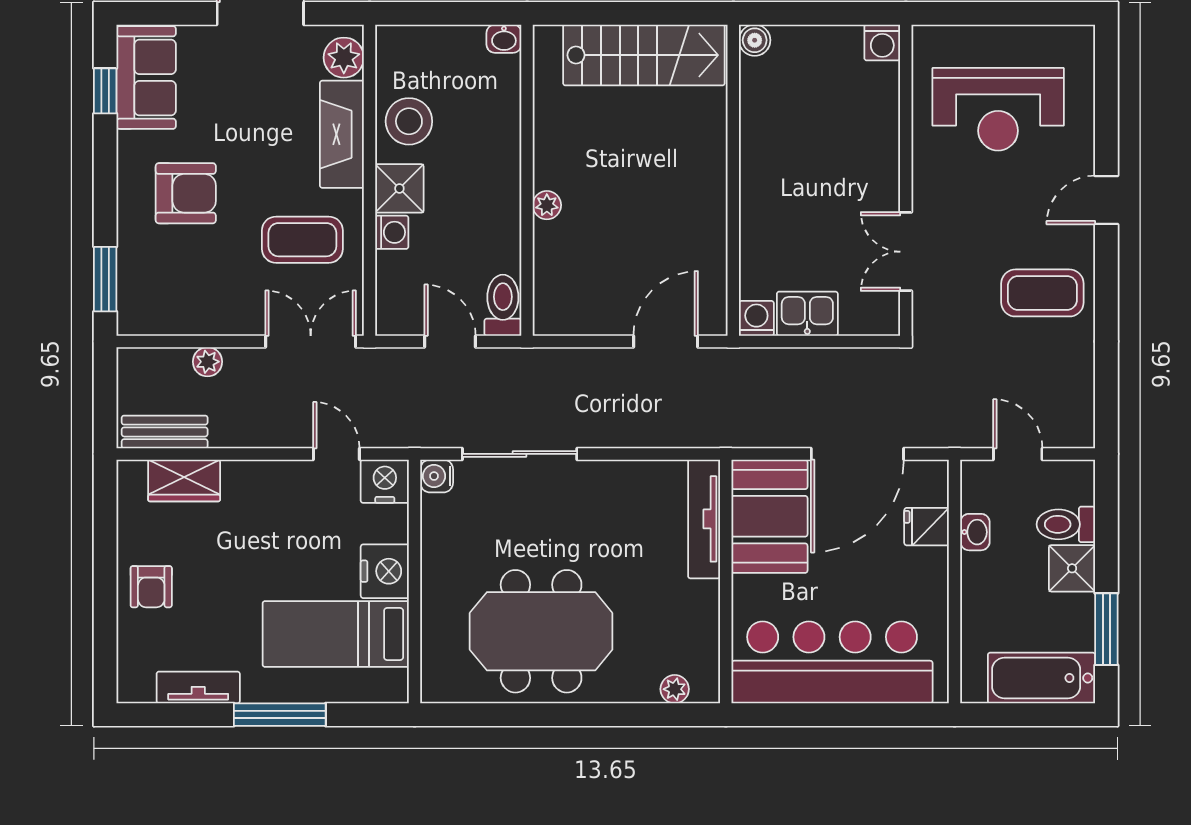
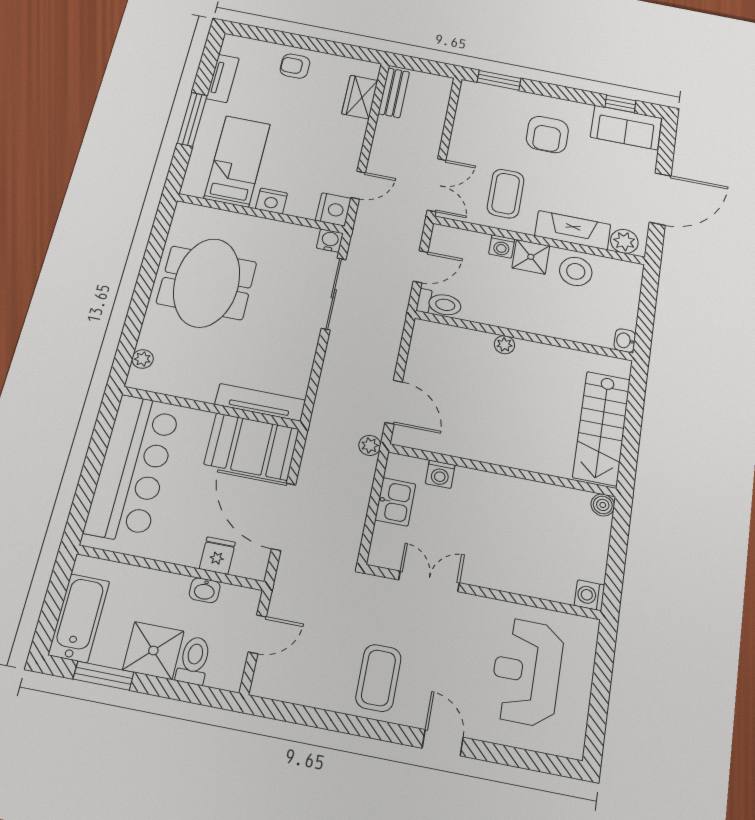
washing machine: (756, 318) -> (440, 474), moved, turned 90
plant: (208, 362) -> (370, 445), moved
shower: (1072, 568) -> (153, 650), width x1.36, depth x1.36
nightstand: (385, 571) -> (271, 201), width x0.74, depth x0.75

